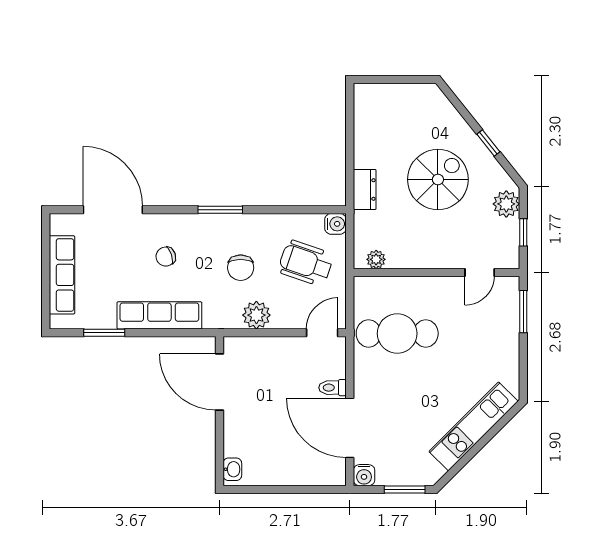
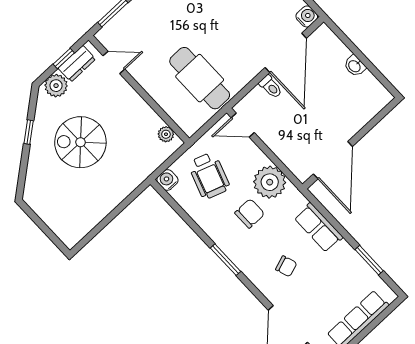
dresser: (365, 190) -> (77, 64), moved, turned 180
row of seats: (159, 315) -> (318, 228), width x0.68
plant: (256, 315) -> (270, 182), width x1.36, depth x1.36
washbasin: (232, 469) -> (355, 66), moved, turned -90

